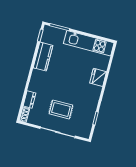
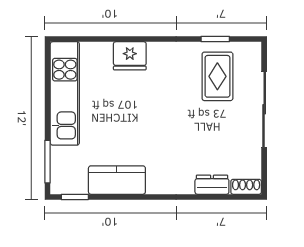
rug: (61, 109) -> (217, 76), moved

